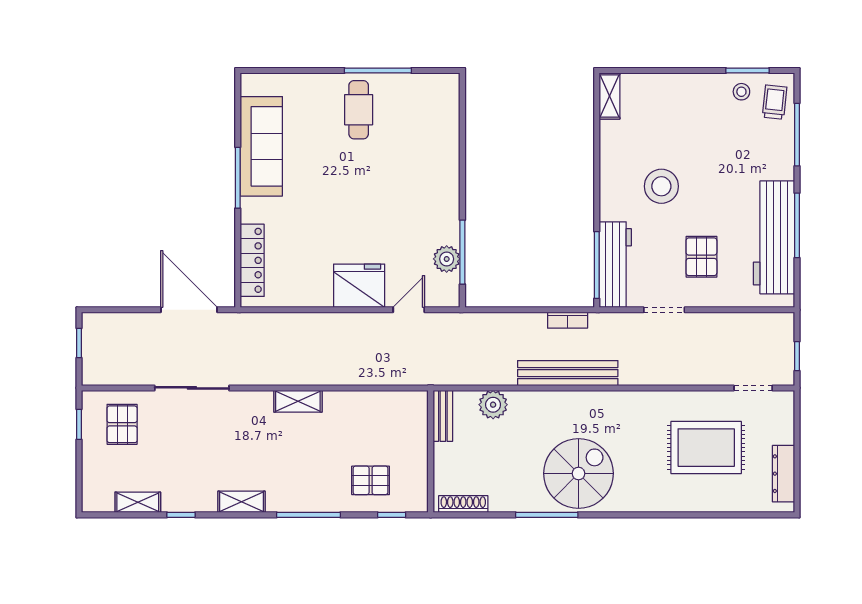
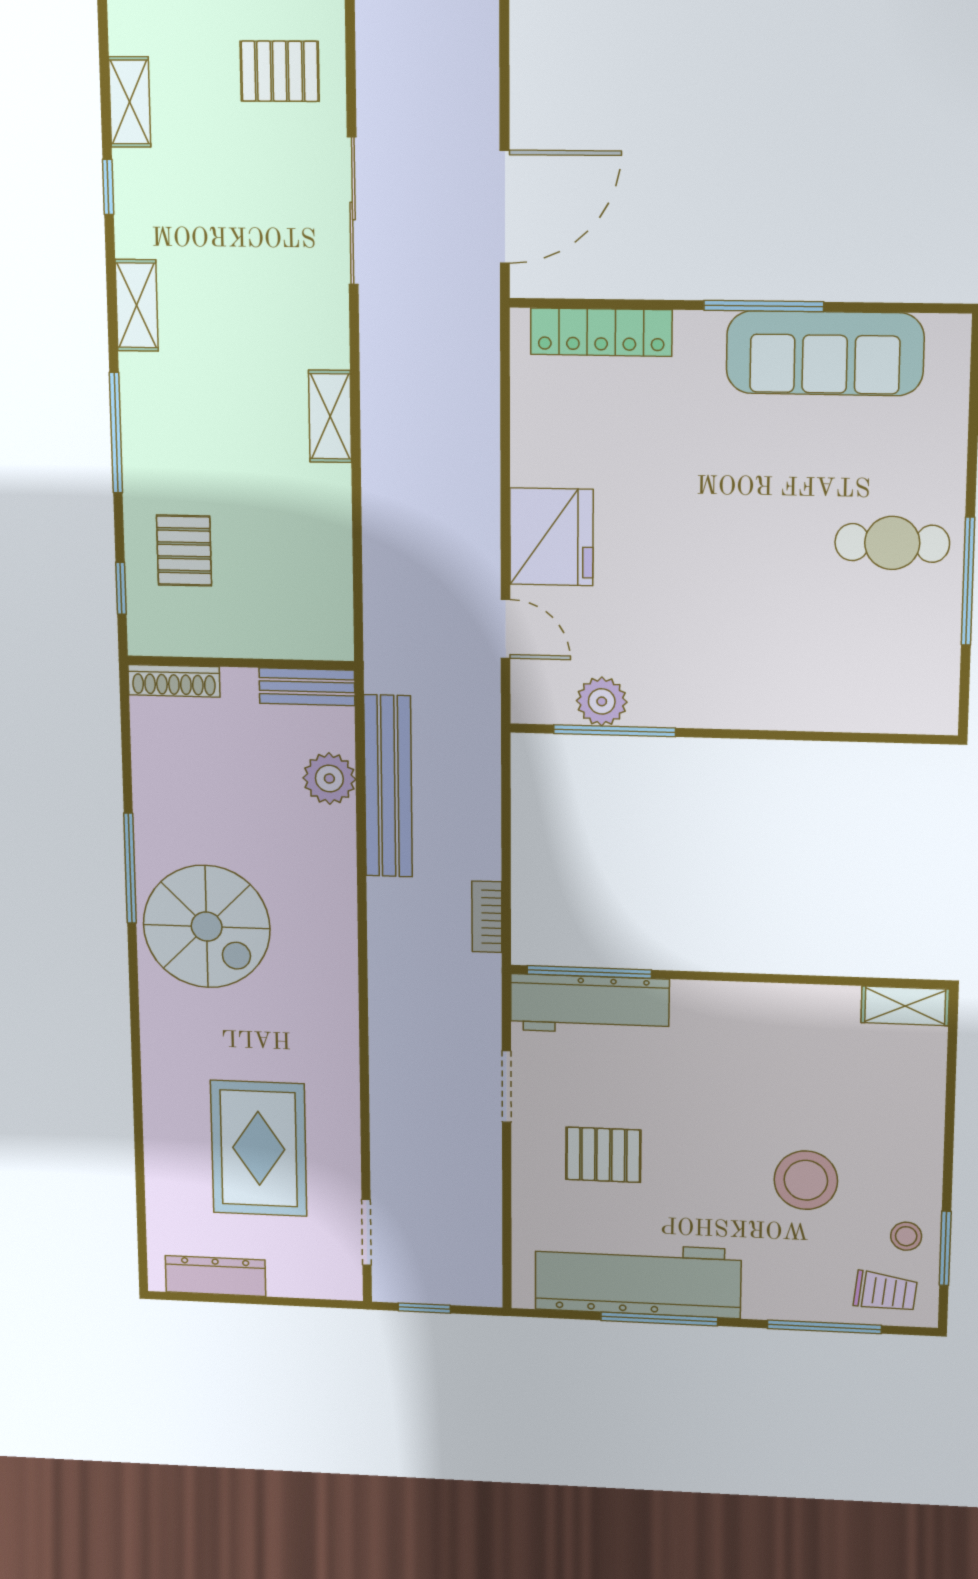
stool: (661, 186) -> (806, 1180), moved
bench: (568, 373) -> (388, 786), moved
shoe rack: (463, 504) -> (174, 681), moved, turned 90

